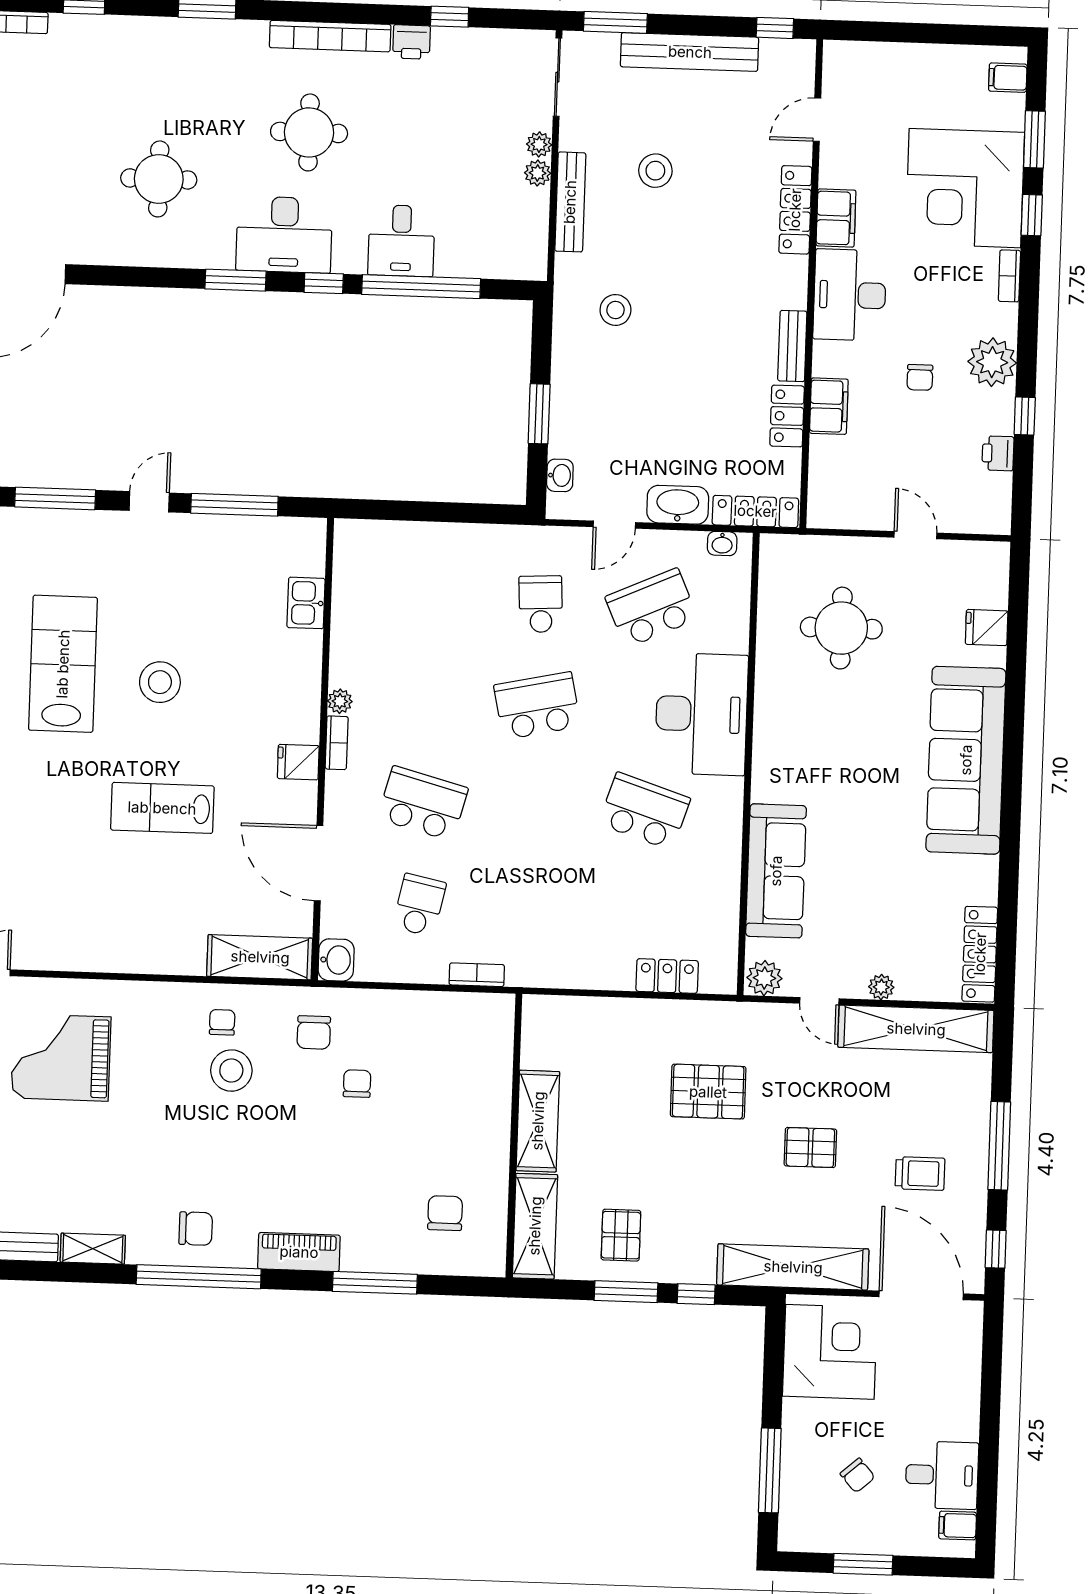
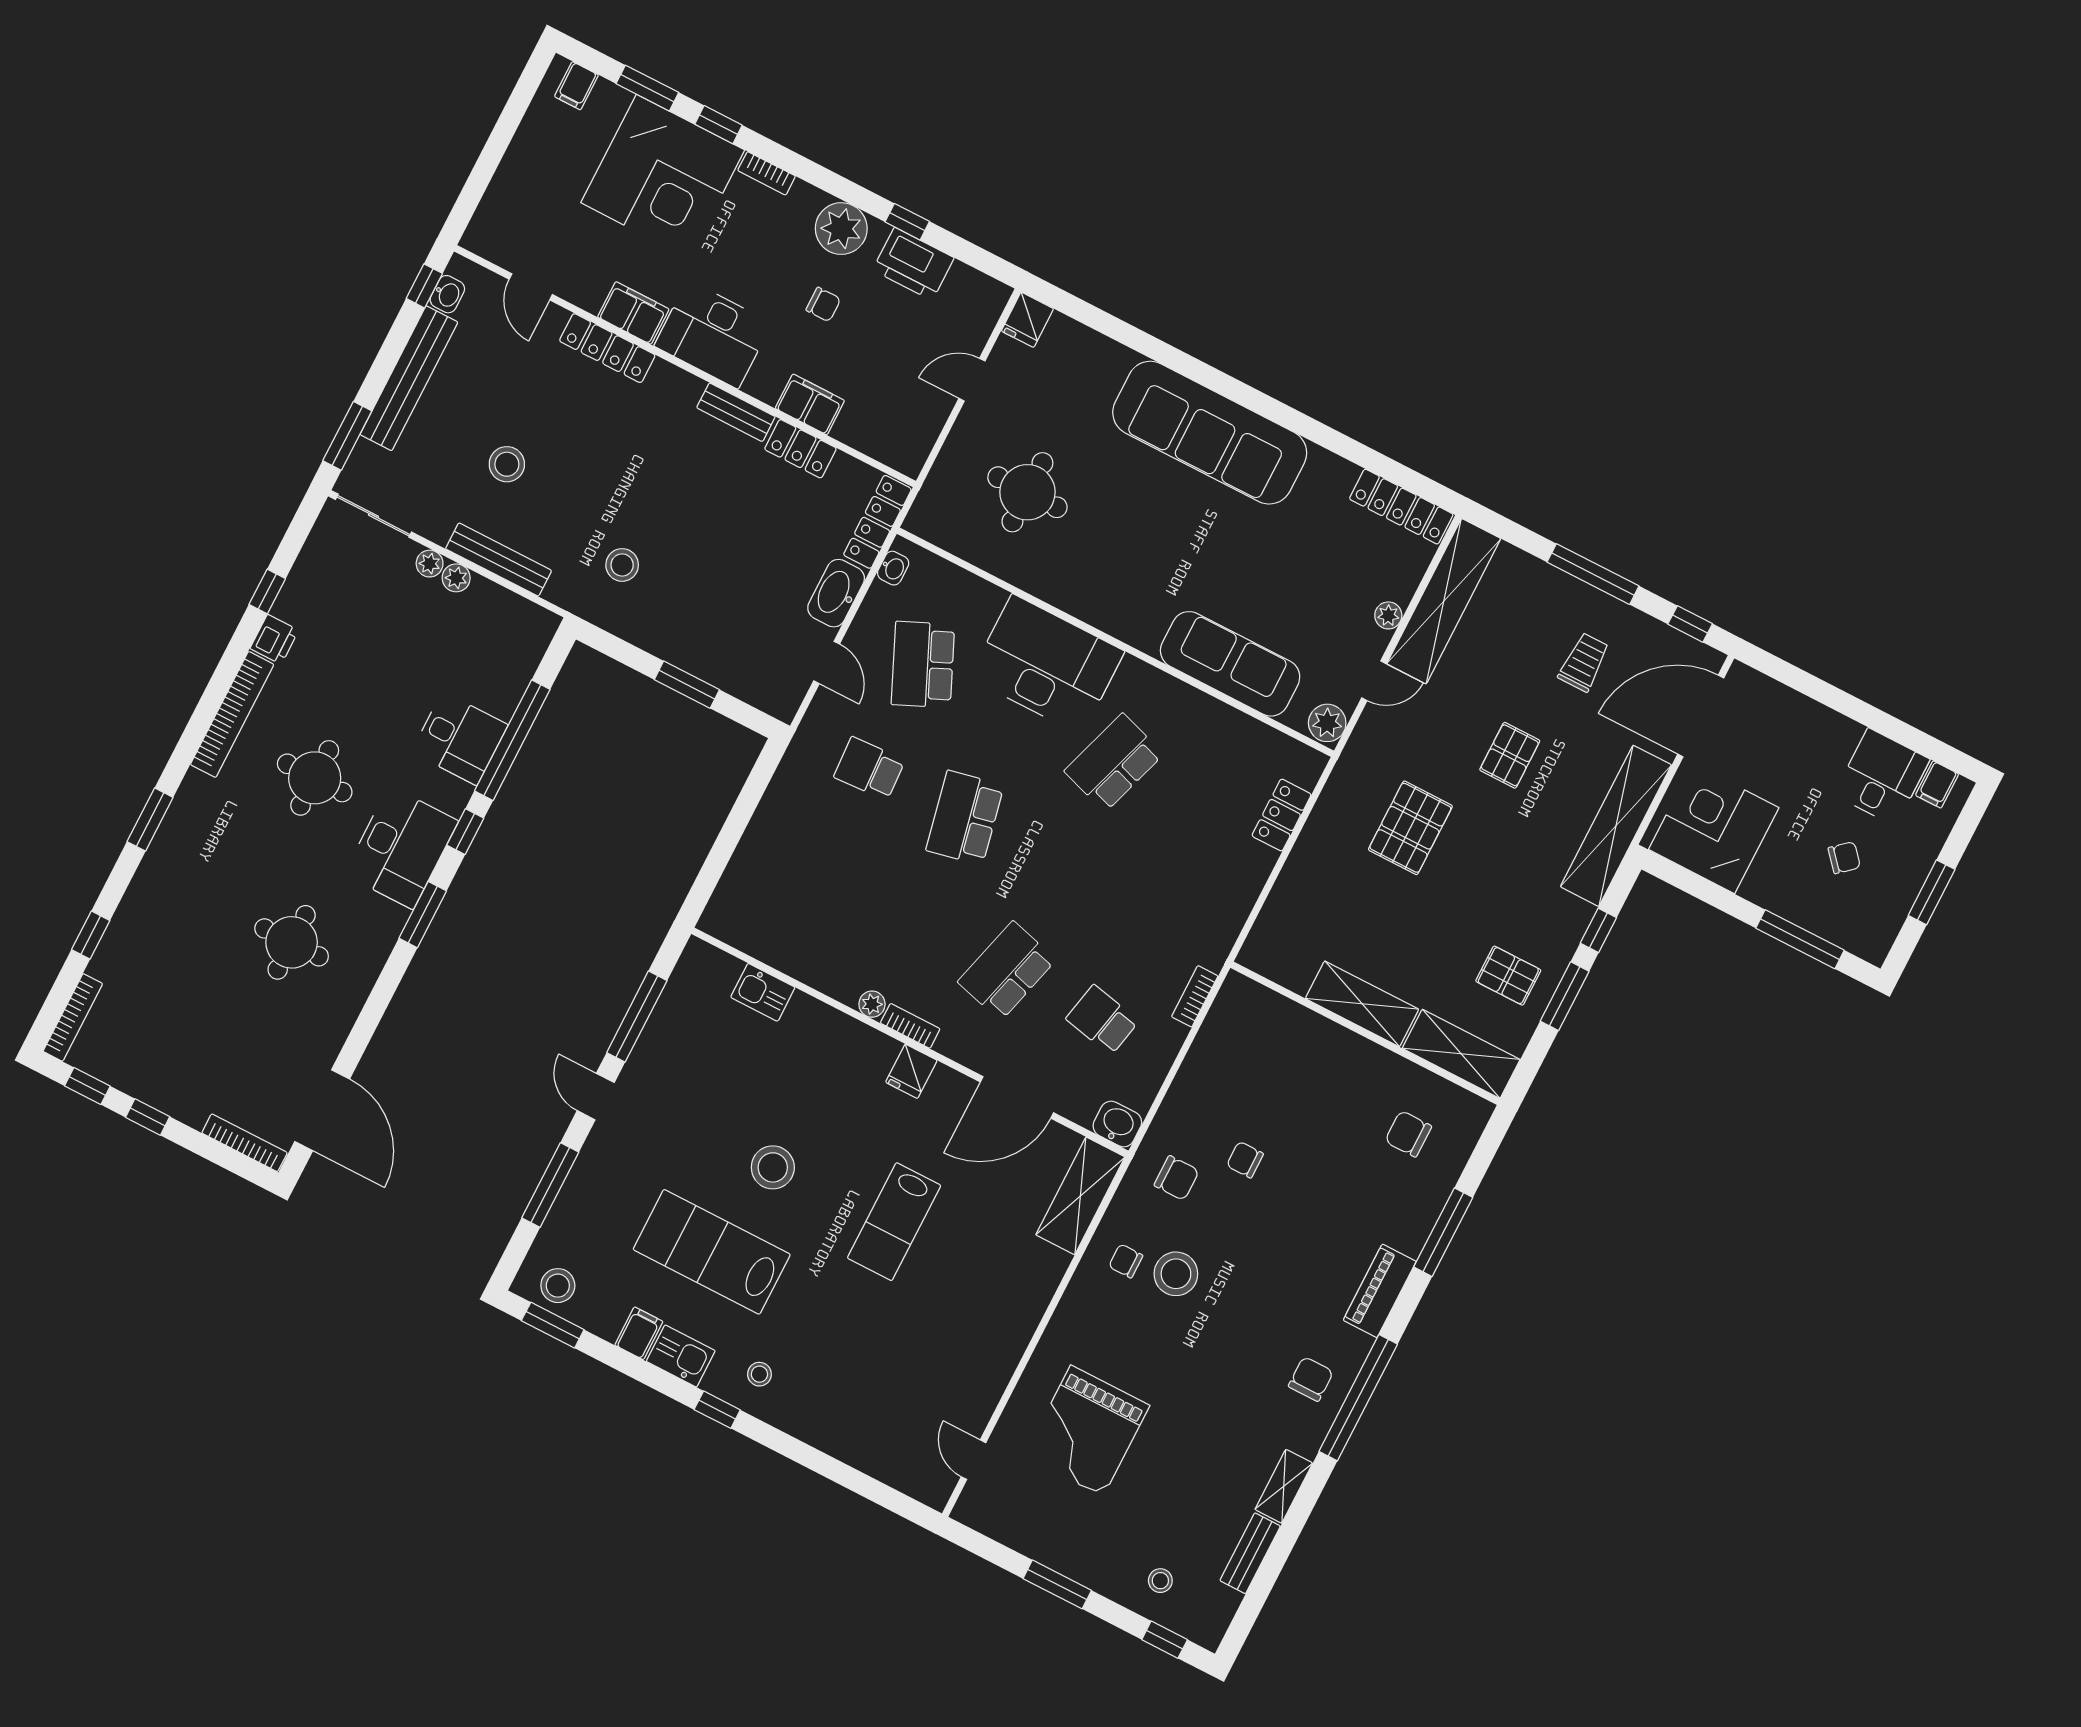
printer: (998, 453) -> (913, 264), width x1.87, depth x1.48
washbasin: (560, 475) -> (447, 294), moved, turned 90
fridge: (987, 628) -> (1027, 320), moved

